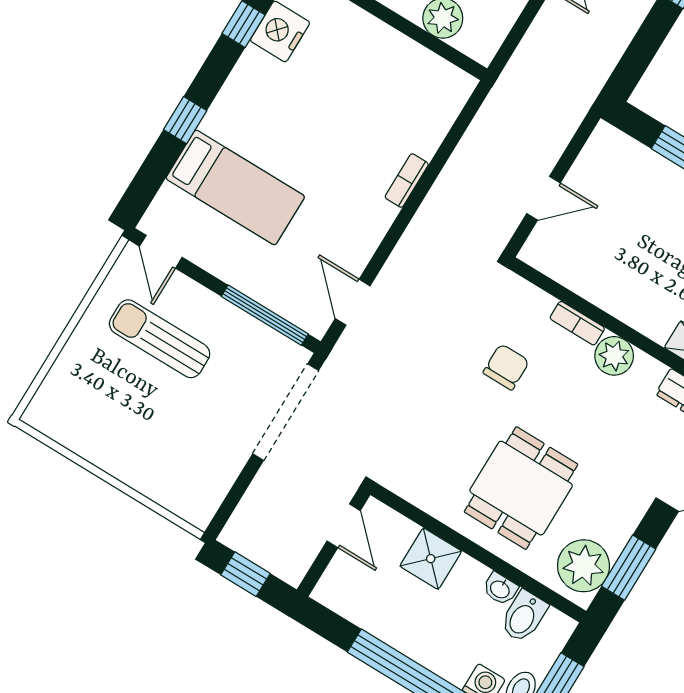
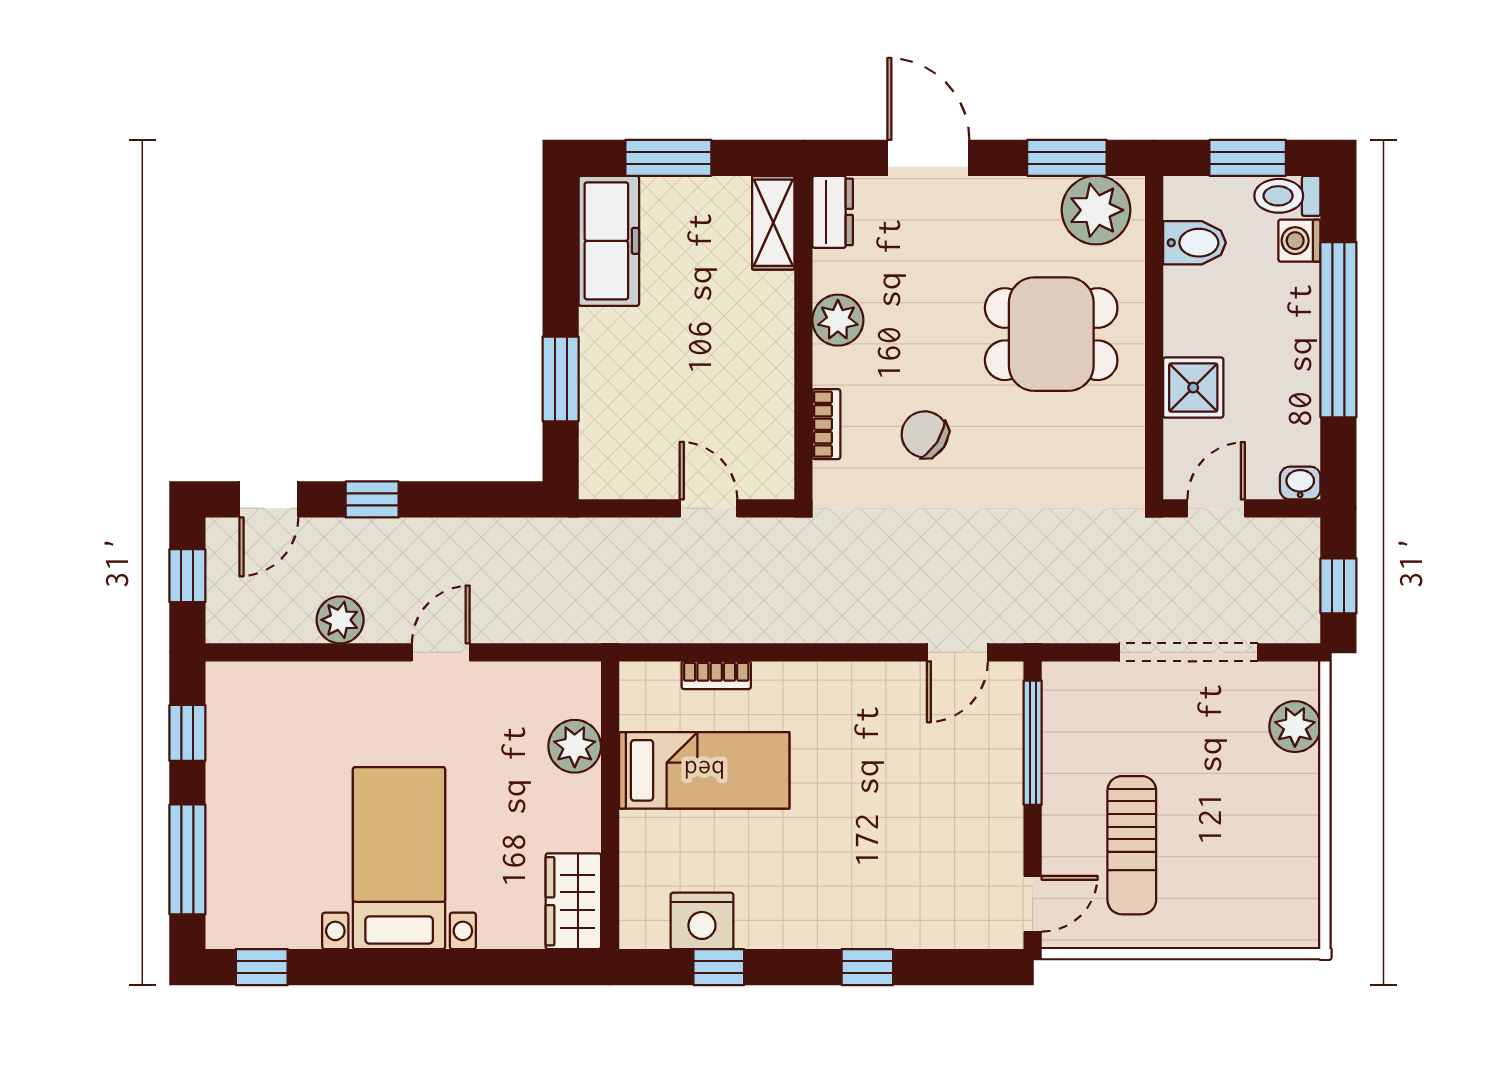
bookcase: (407, 181) -> (716, 675), moved
bed: (235, 187) -> (704, 770), moved, turned 90
bookcase: (577, 323) -> (826, 424), moved
chair: (506, 367) -> (925, 434), turned 33
doorway: (286, 412) -> (1189, 652), moved
plant: (172, 491) -> (1295, 727), added
washbasin: (500, 589) -> (1300, 483), moved, turned -90

